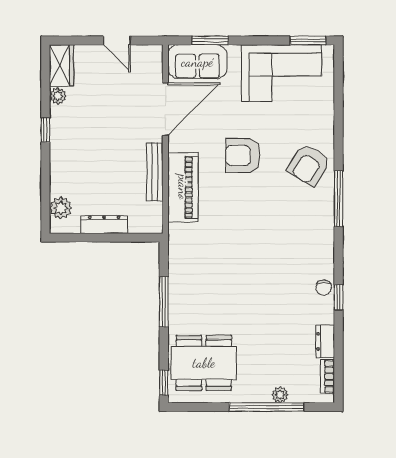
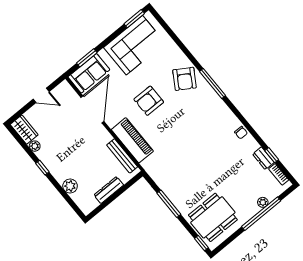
bench: (155, 172) -> (122, 156), moved
plant: (61, 208) -> (70, 186), moved
window: (338, 297) -> (272, 155), moved

